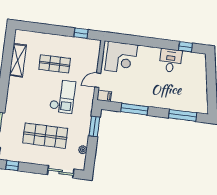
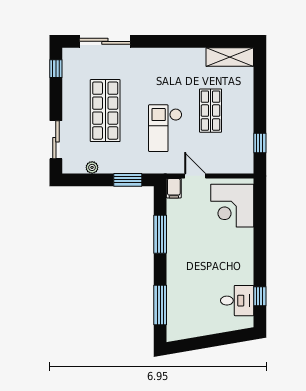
shelving: (18, 60) -> (230, 57), moved
desk: (170, 61) -> (237, 301), moved
checkout: (62, 96) -> (165, 128), turned 90

